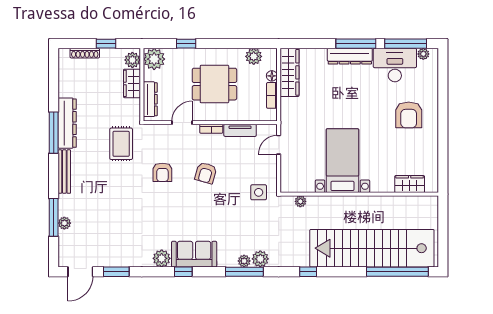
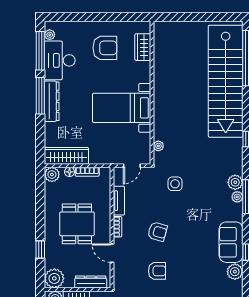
plant: (254, 56) -> (52, 174), moved
door: (279, 145) -> (132, 166), hinge flipped
bed with nightstands: (342, 161) -> (122, 108), moved
wardrobe: (410, 184) -> (143, 47), moved
wall: (359, 194) -> (152, 93), moved
plant: (300, 201) -> (158, 146), moved

